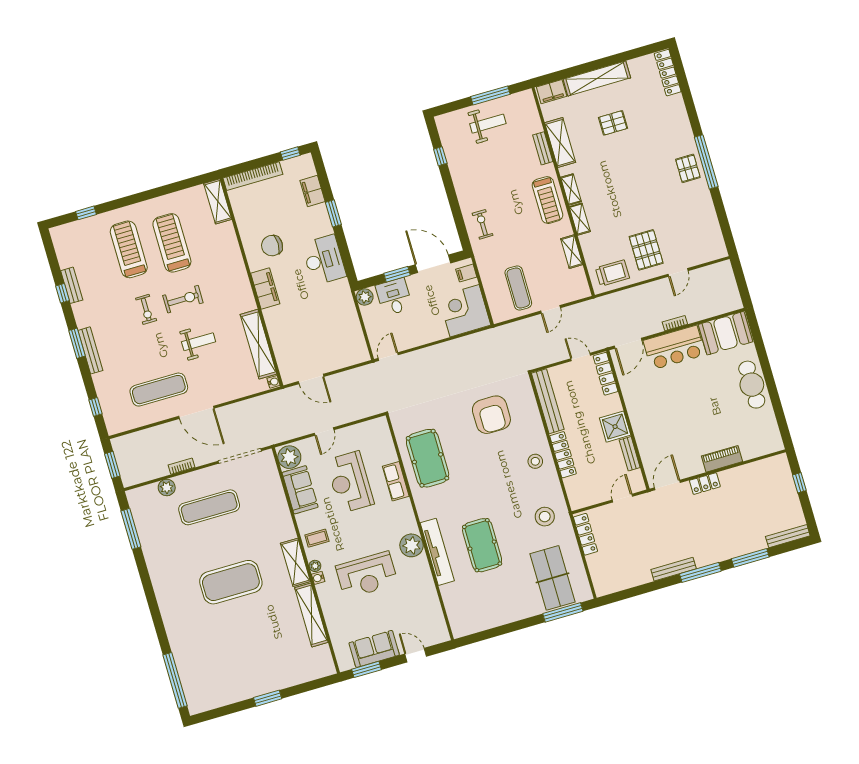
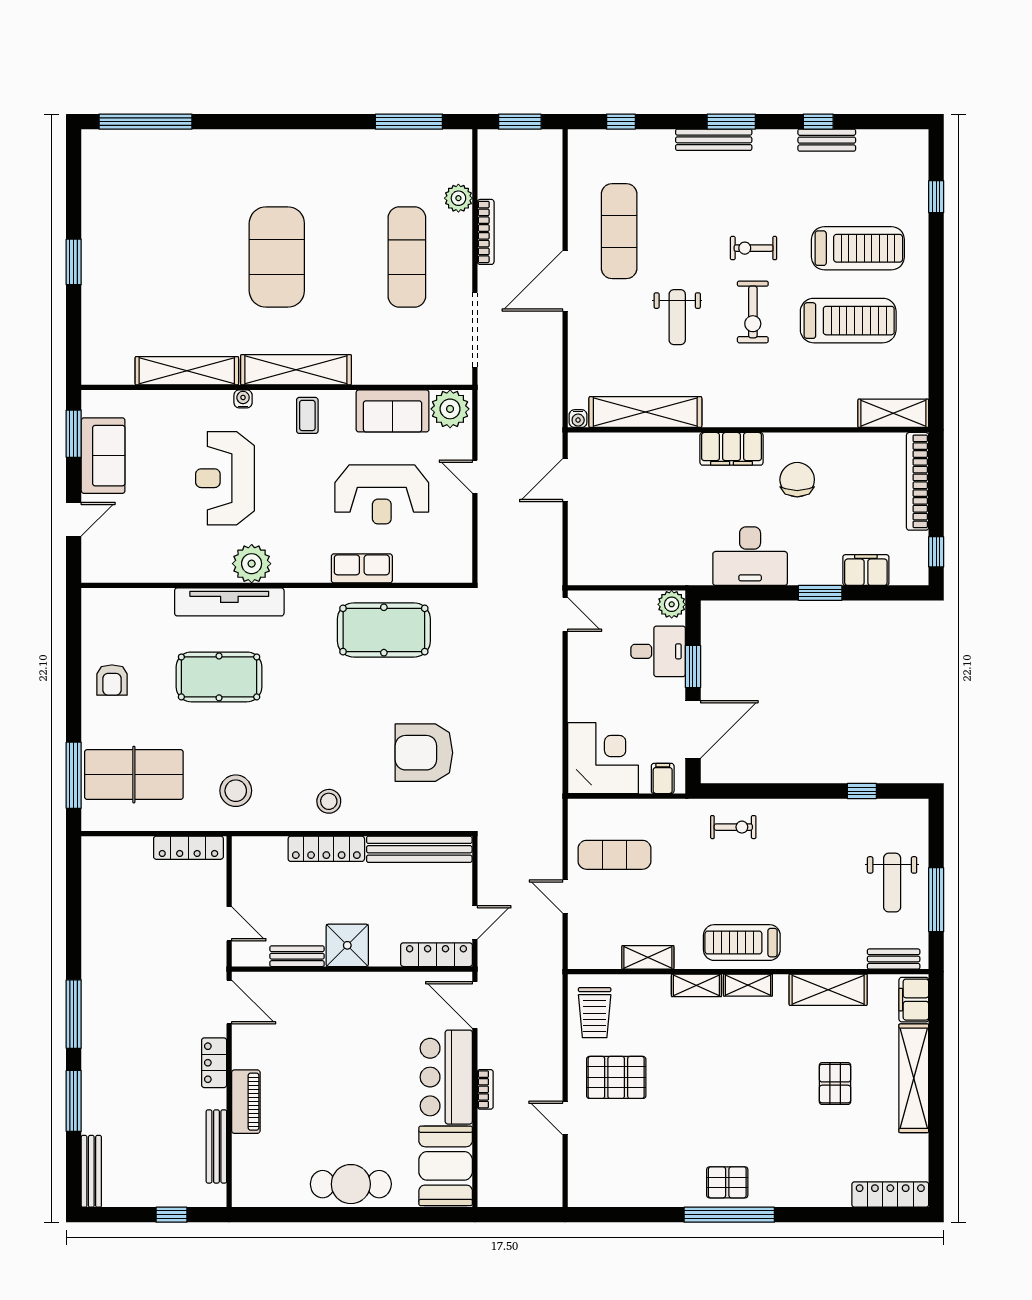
bench: (543, 148) -> (894, 959), moved
bookcase: (182, 466) -> (486, 232), width x1.56
reception desk: (350, 482) -> (382, 494), turned 180
shelving: (295, 562) -> (296, 370), width x1.47
plant: (315, 566) -> (264, 399), removed
bench: (674, 569) -> (216, 1146), moved
armchair: (502, 606) -> (112, 680), added

